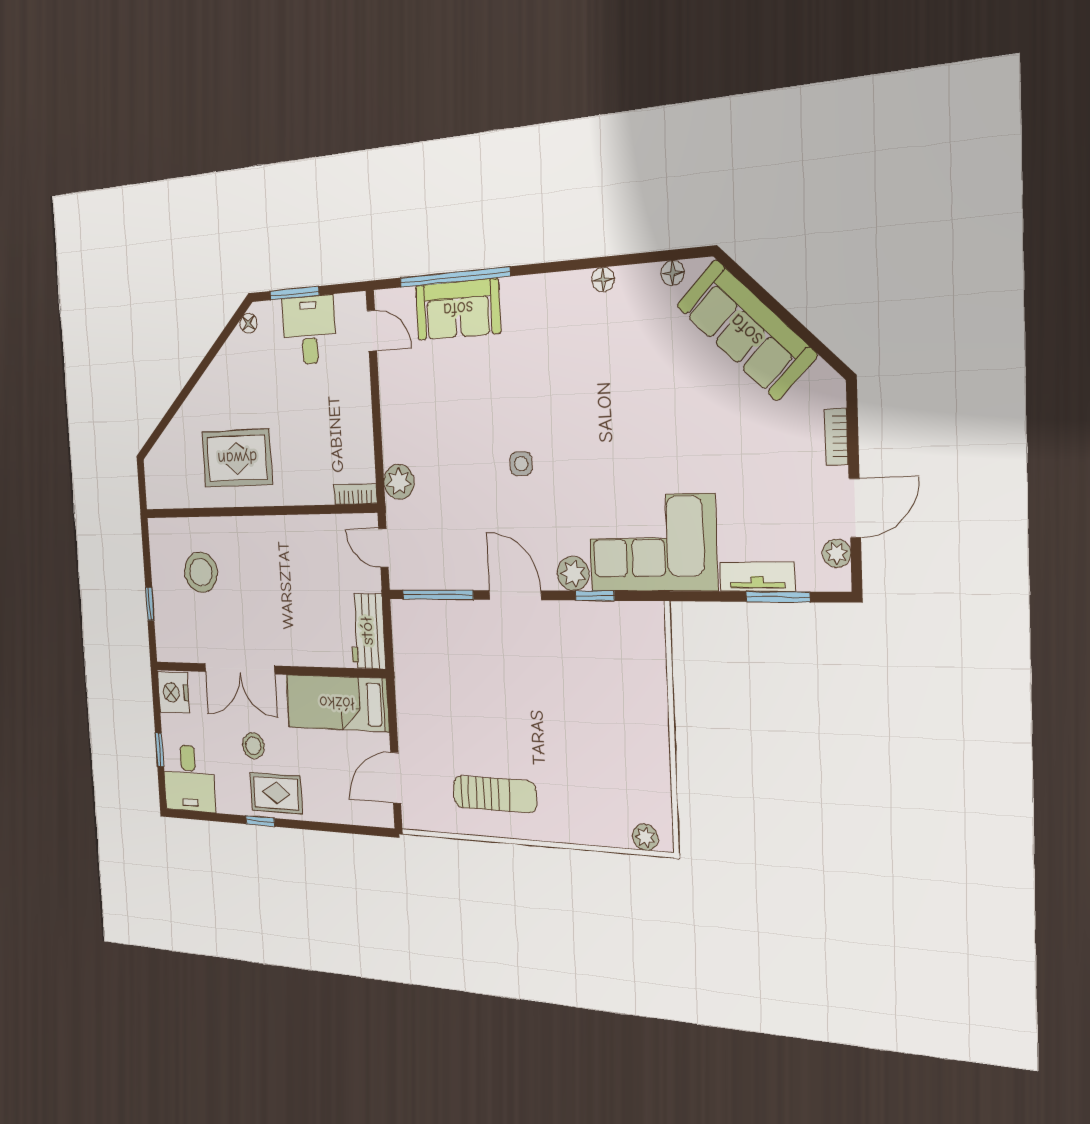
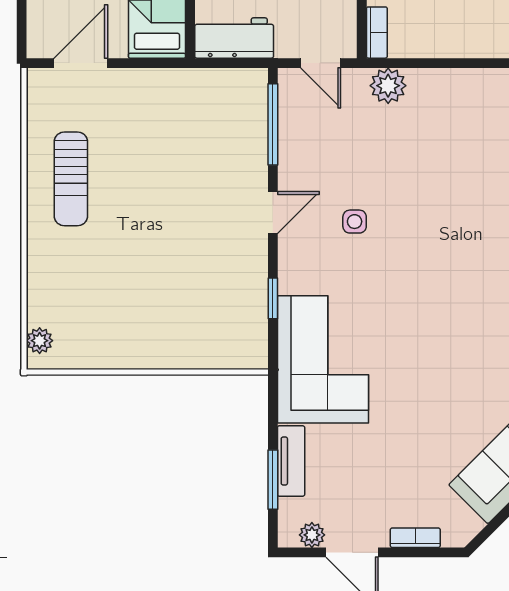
side table: (521, 464) -> (355, 222), moved
door: (383, 548) -> (321, 63), swing flipped
plant: (573, 573) -> (294, 276), removed
door: (515, 595) -> (273, 212), width x0.73
door: (396, 778) -> (81, 63), hinge flipped

